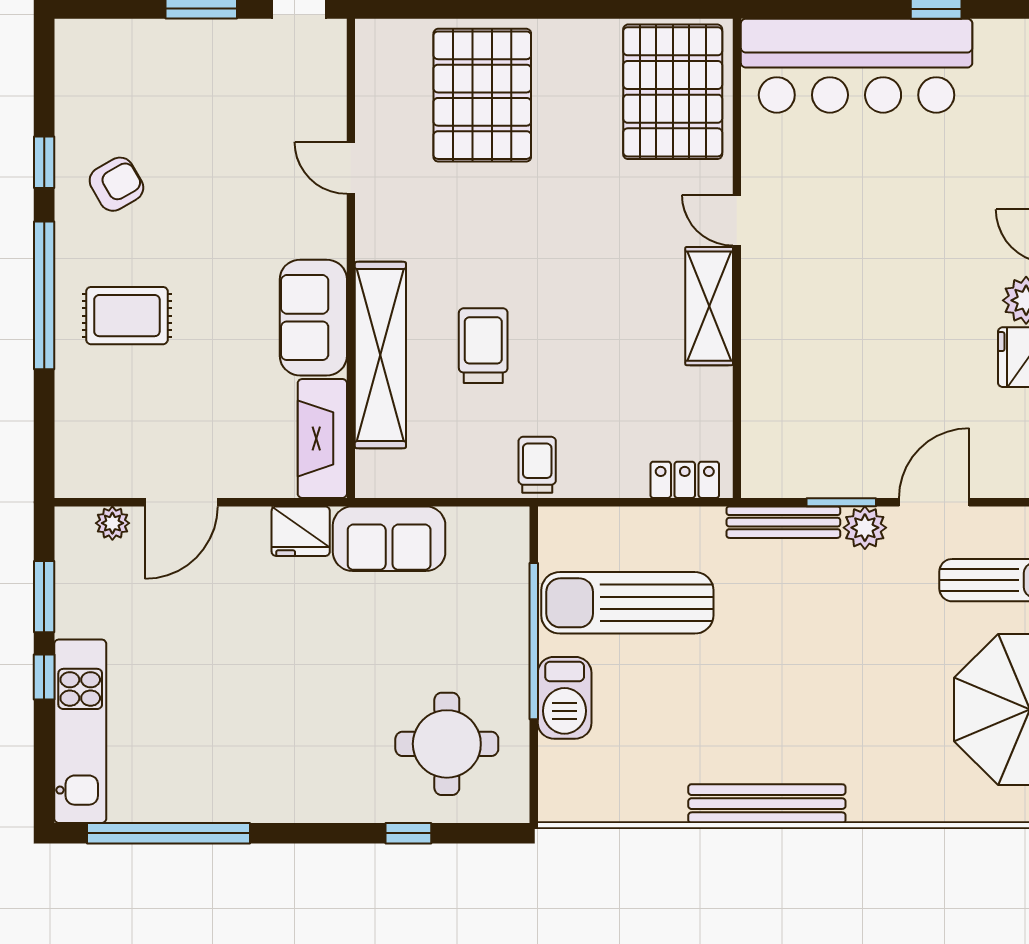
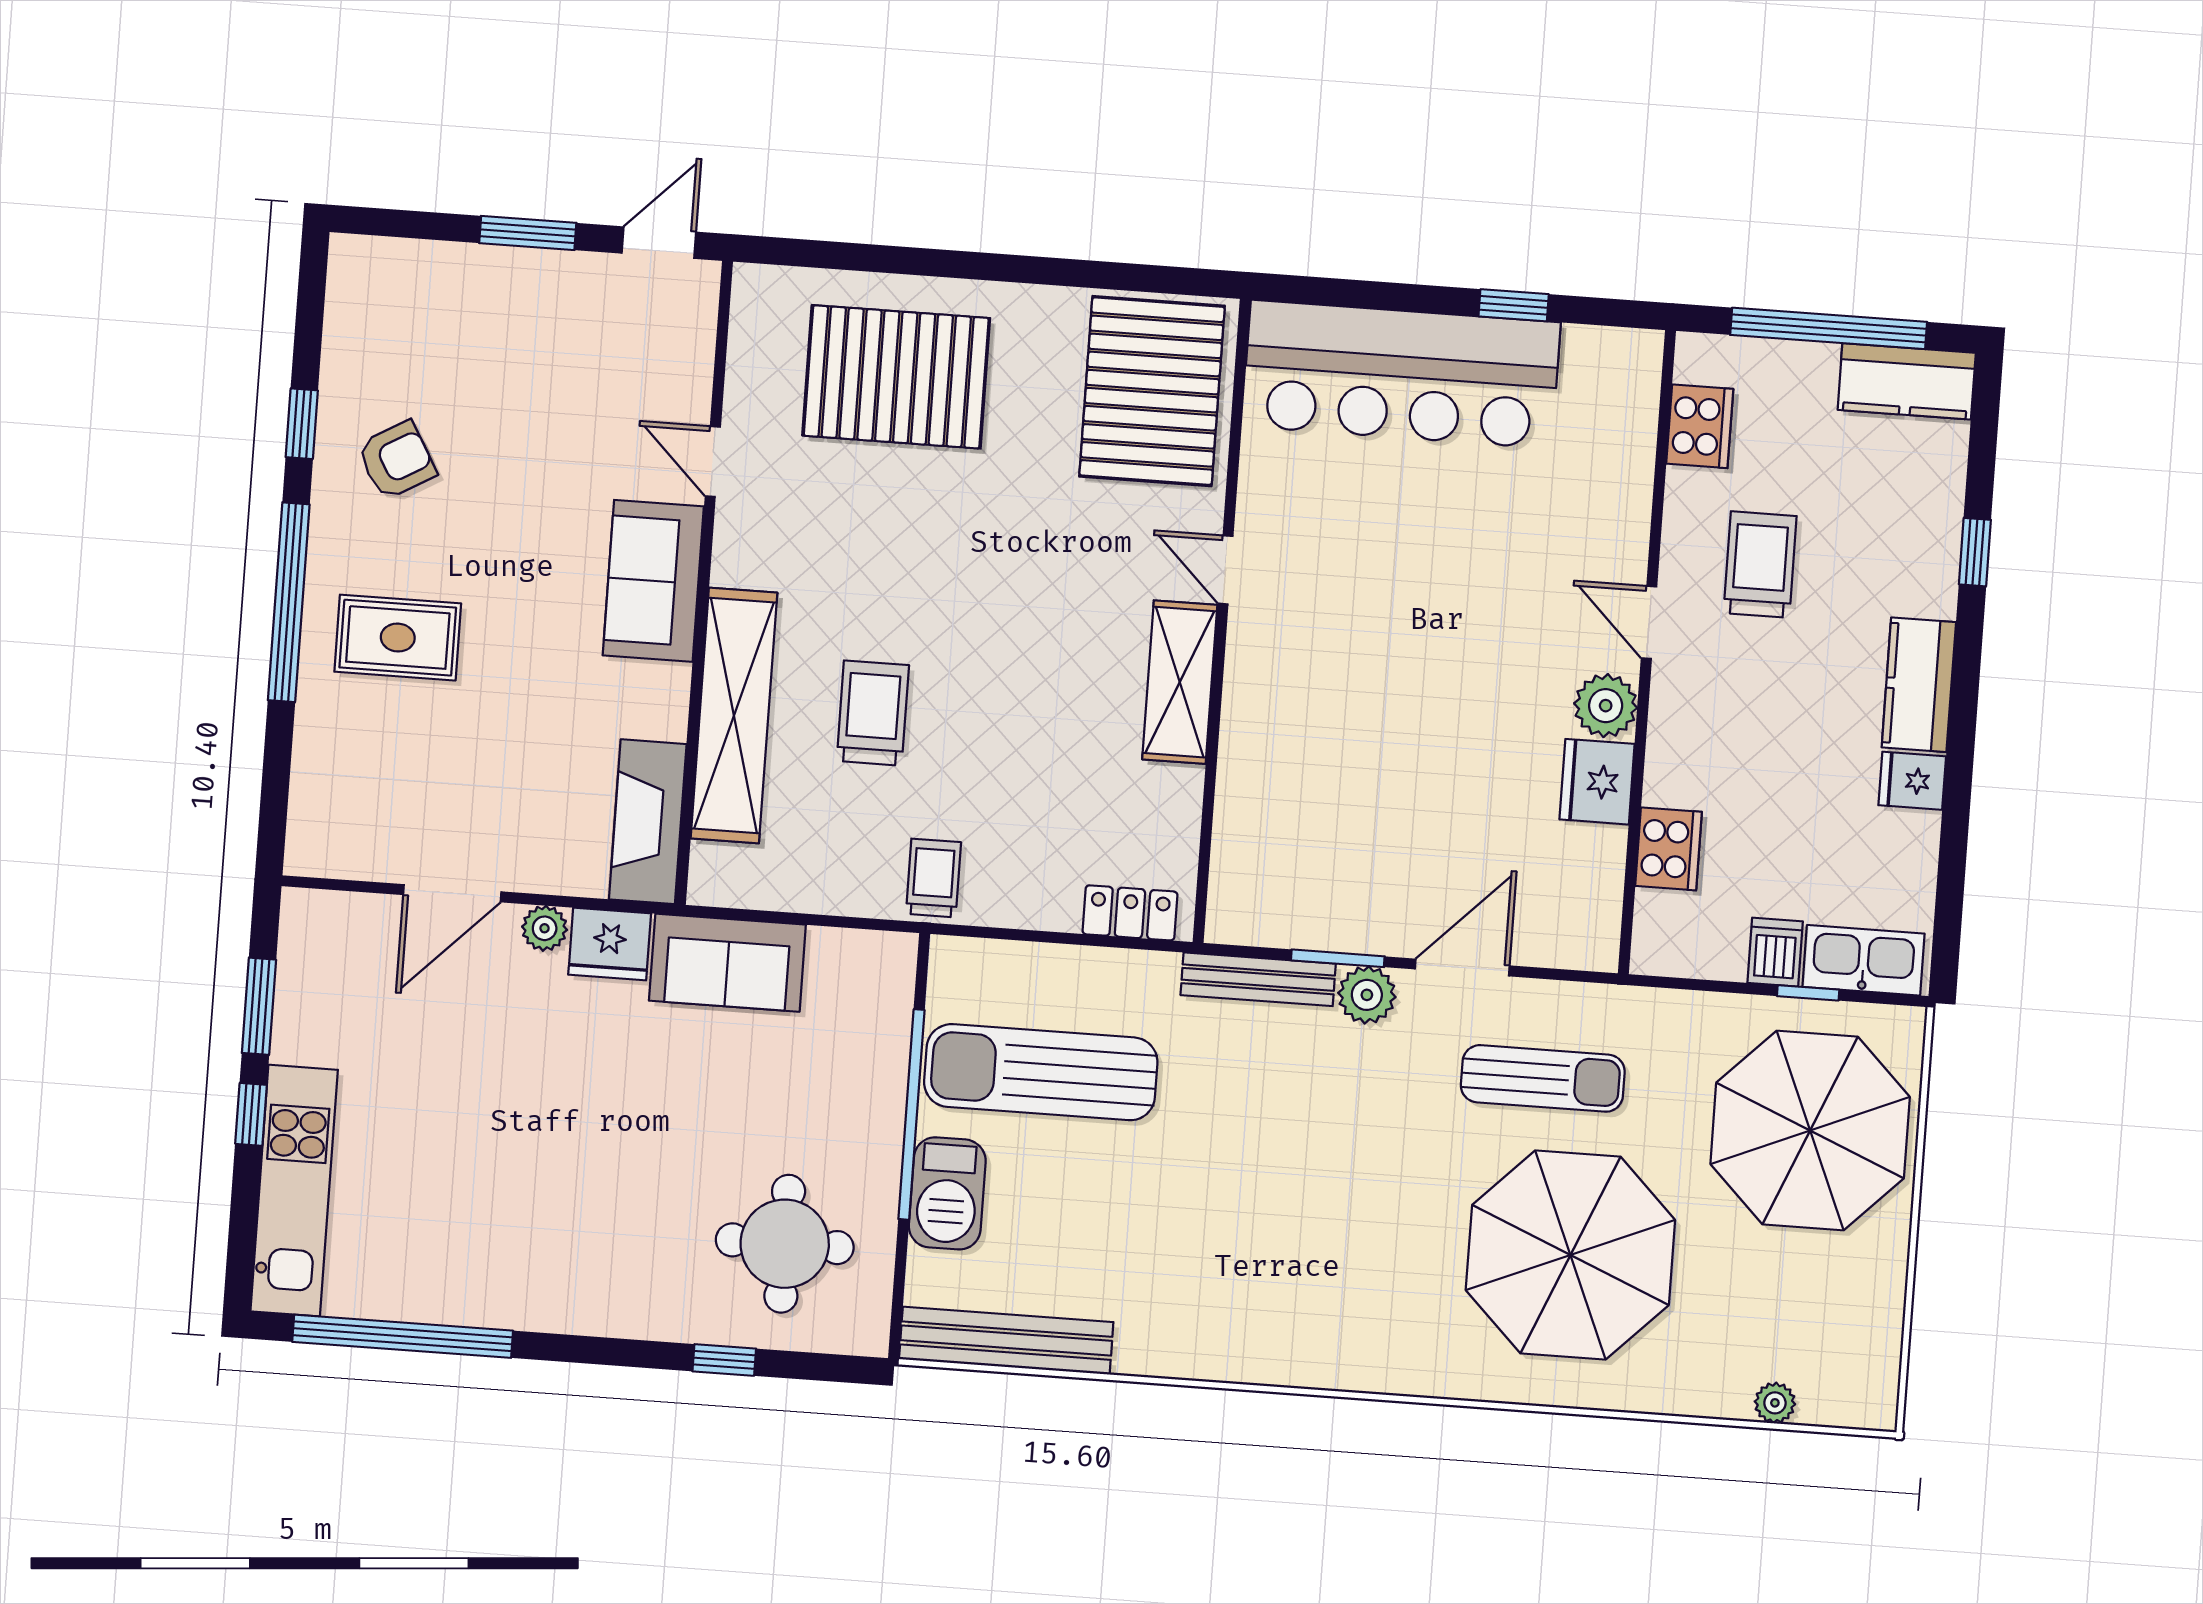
pallet: (482, 95) -> (896, 377), turned 90
sofa: (313, 318) -> (653, 581), moved
plant: (112, 523) -> (545, 928), moved
bench: (767, 804) -> (1006, 1341), moved

